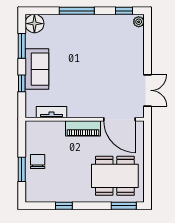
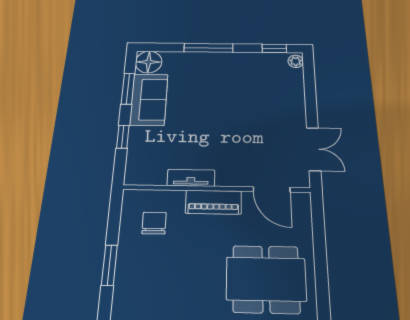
sofa: (37, 69) -> (149, 99), moved
tv unit: (51, 112) -> (191, 178), moved
door: (120, 119) -> (272, 189), width x0.73
chair: (38, 162) -> (154, 223), moved

